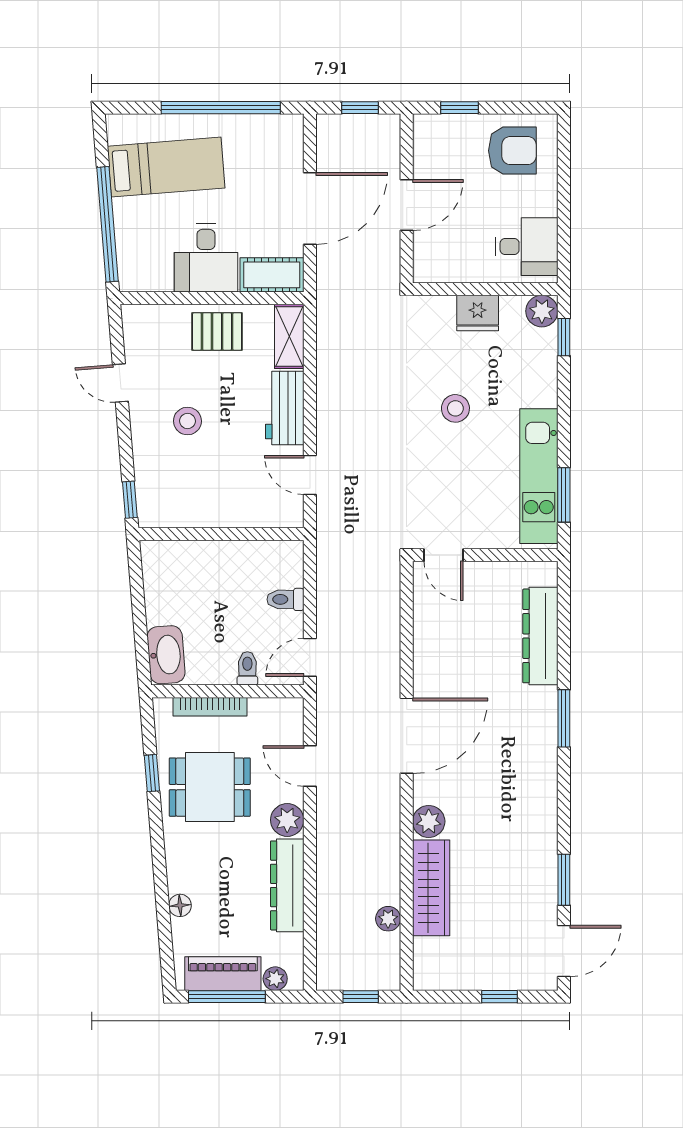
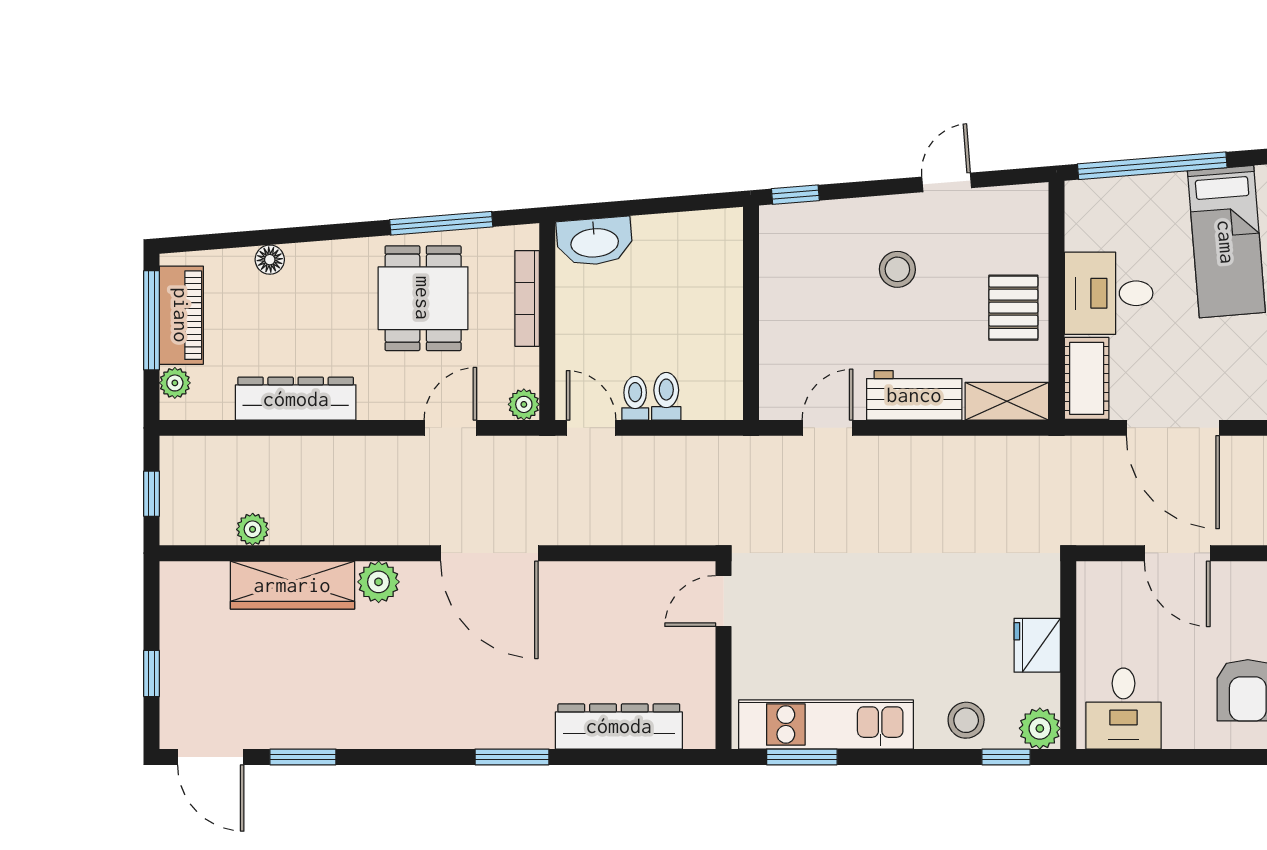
stool: (455, 408) -> (966, 720), moved
toilet: (247, 668) -> (635, 398), moved, turned -90
window: (152, 773) -> (441, 223), width x2.17
plant: (287, 820) -> (524, 404), moved, width x0.73, depth x0.73

